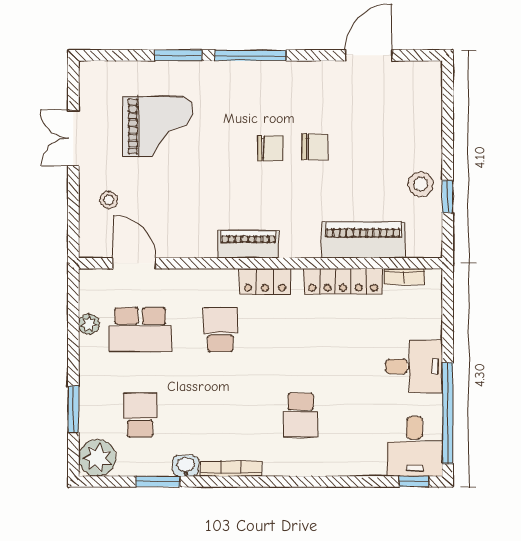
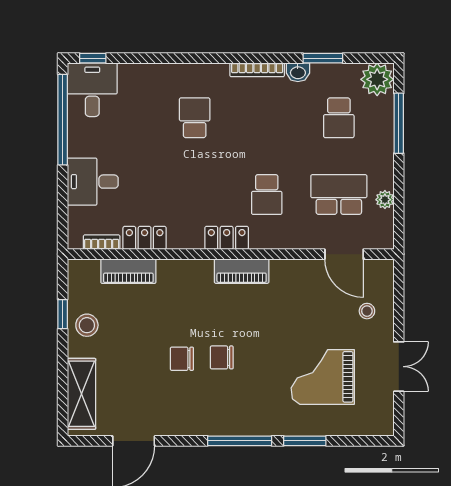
shelving: (427, 108) -> (81, 394), added
piano: (363, 240) -> (128, 271), width x0.73, depth x0.75
locker: (343, 281) -> (145, 238), width x0.66
desk: (414, 367) -> (93, 182), moved
window: (73, 409) -> (399, 123), width x1.44

